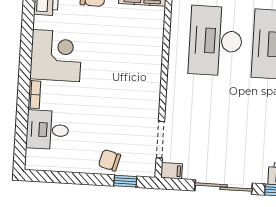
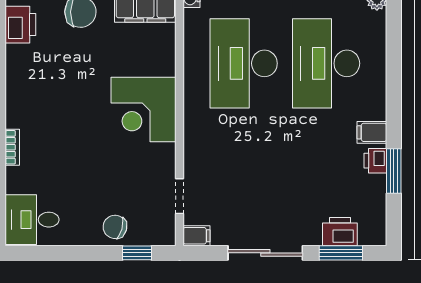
corner desk: (56, 56) -> (144, 110), moved, turned 180
desk: (47, 130) -> (32, 220), moved
doorway: (160, 140) -> (180, 196), width x0.73

